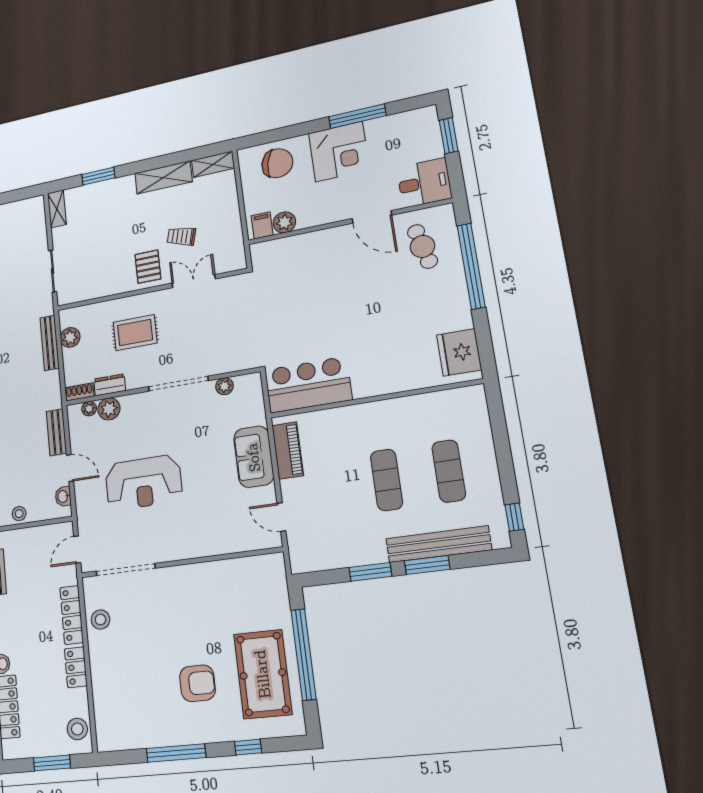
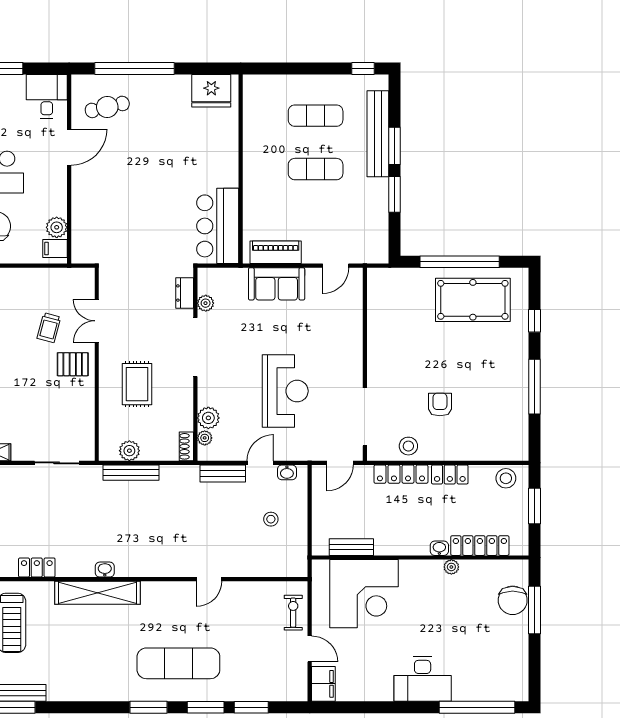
dresser: (110, 385) -> (185, 293), moved
stool: (19, 514) -> (271, 519), moved
door: (77, 550) -> (340, 463), hinge flipped
armchair: (197, 683) -> (440, 405), moved, width x0.72, depth x0.72

